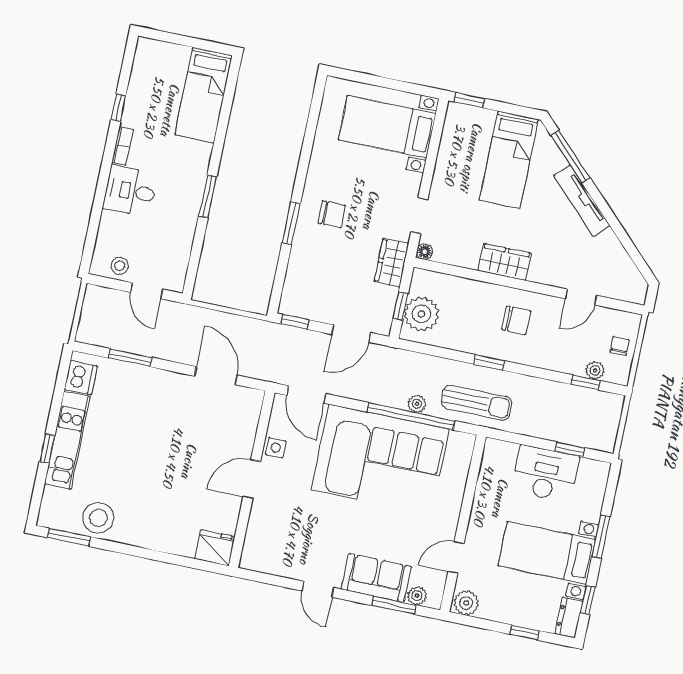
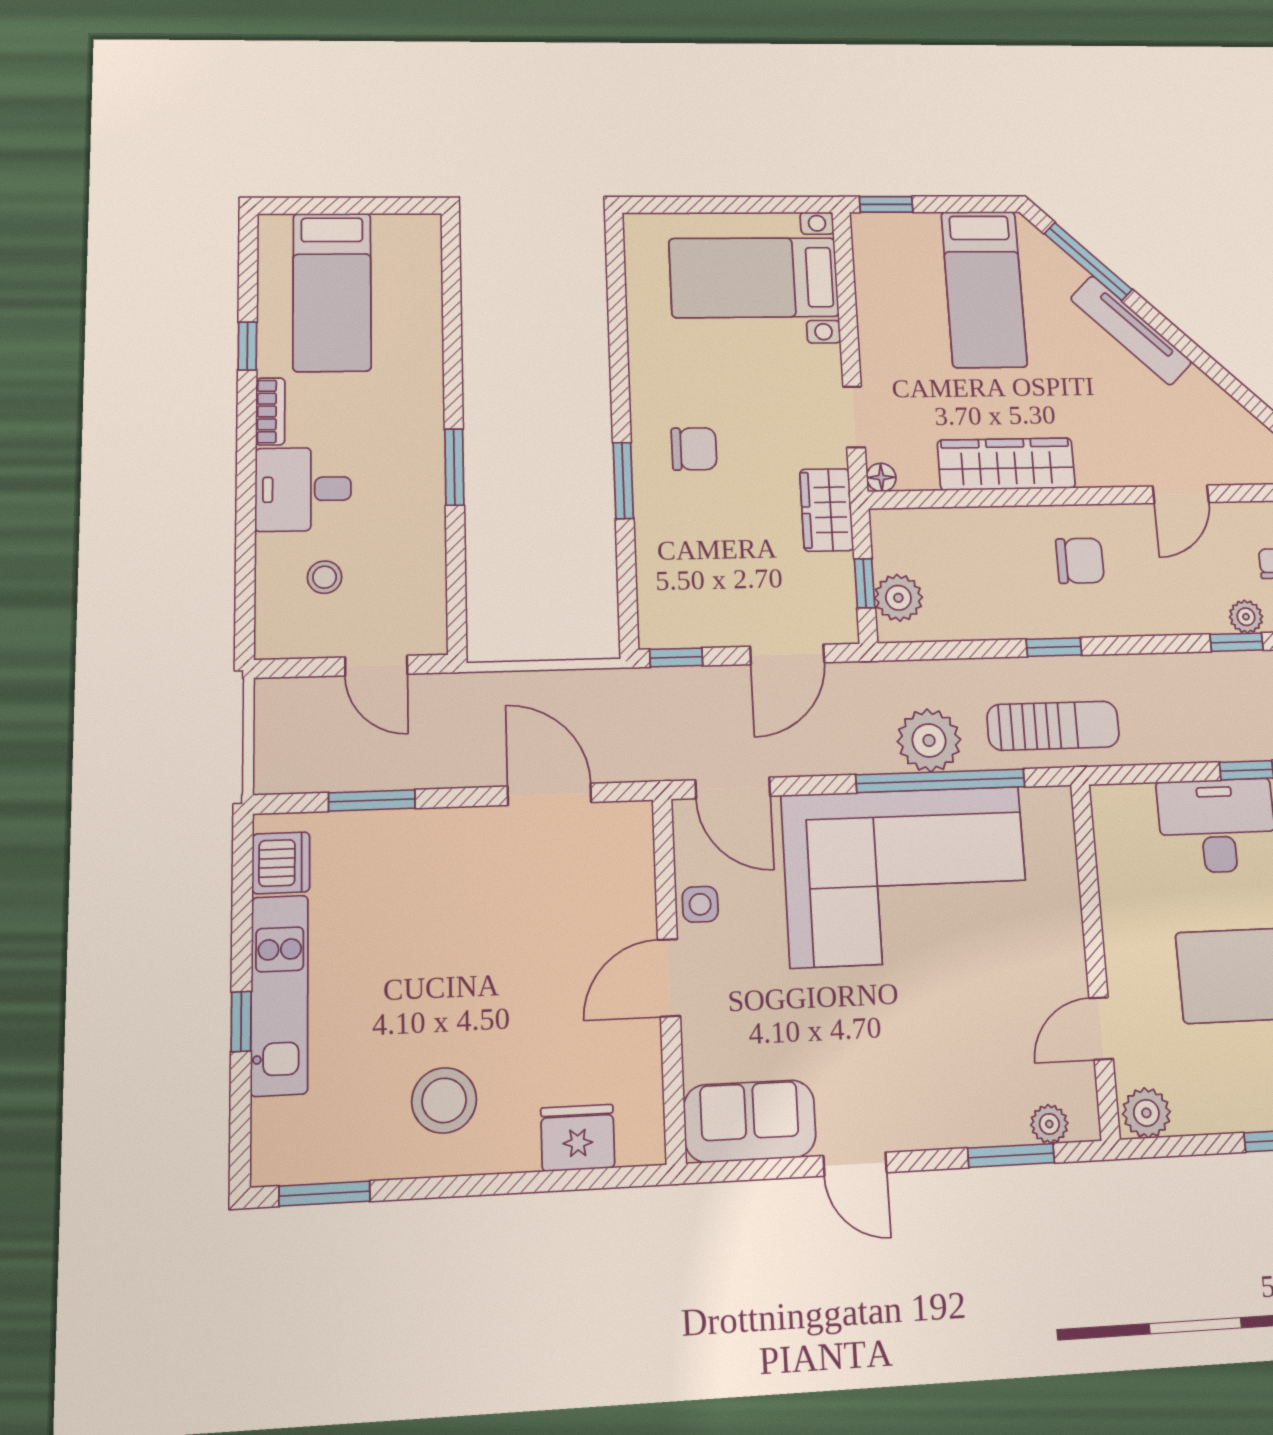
bed: (204, 95) -> (332, 292), moved
wardrobe: (505, 262) -> (1006, 464), width x1.50
stool: (120, 266) -> (325, 577), moved
plant: (421, 314) -> (898, 598), width x0.73, depth x0.73
plant: (417, 404) -> (929, 740), width x1.88, depth x1.88
stool: (98, 518) -> (444, 1100), moved
fridge: (215, 548) -> (578, 1138), moved
sofa: (376, 578) -> (750, 1121), moved

